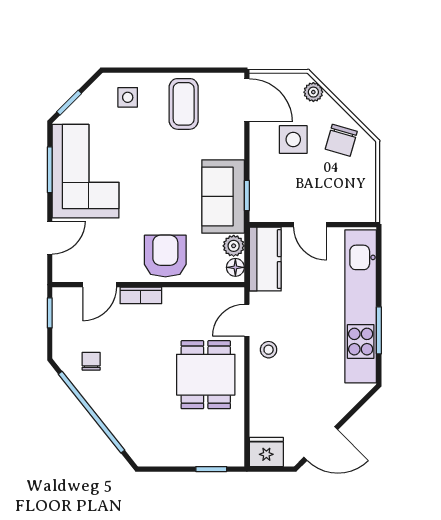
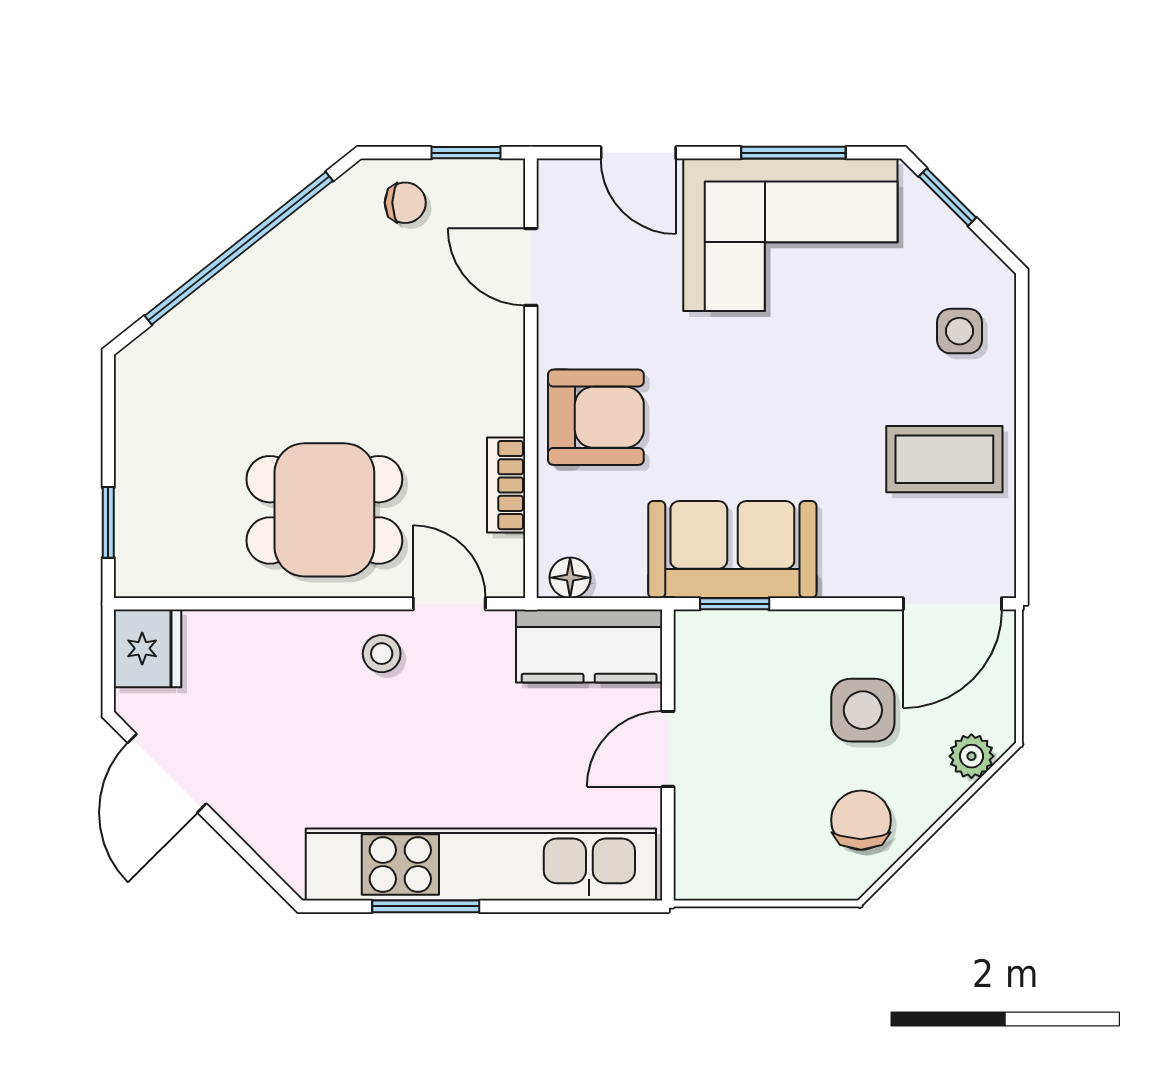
chair: (341, 140) -> (861, 820), turned 74
plant: (234, 246) -> (619, 574), removed
bookcase: (141, 295) -> (506, 485), moved
chair: (91, 361) -> (405, 203), moved

